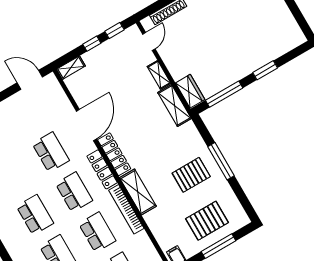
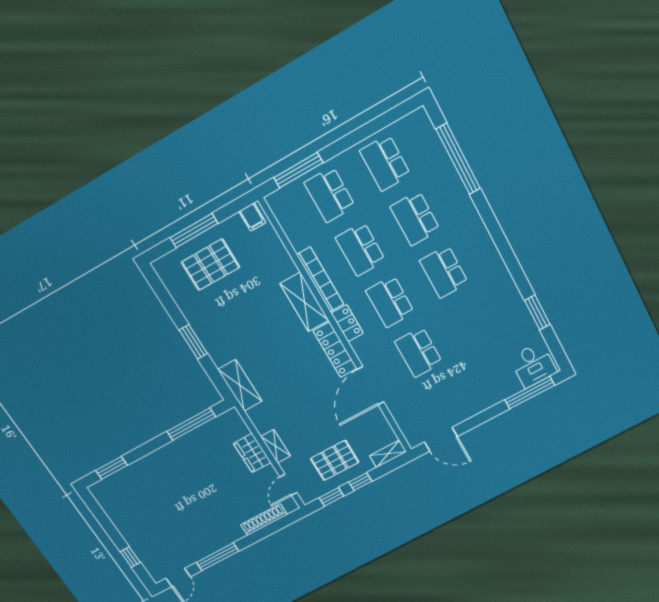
window: (265, 70) -> (111, 468), moved
wardrobe: (190, 91) -> (252, 453), moved
shelving: (174, 105) -> (240, 385), moved
window: (221, 161) -> (193, 342), width x0.69
locker: (102, 169) -> (347, 323), width x0.66
pallet: (191, 175) -> (335, 460), moved

